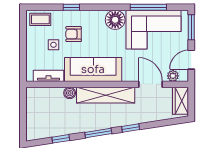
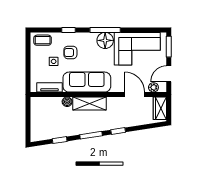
window: (148, 7) -> (105, 30), moved
shelving: (106, 95) -> (89, 104), width x0.68

